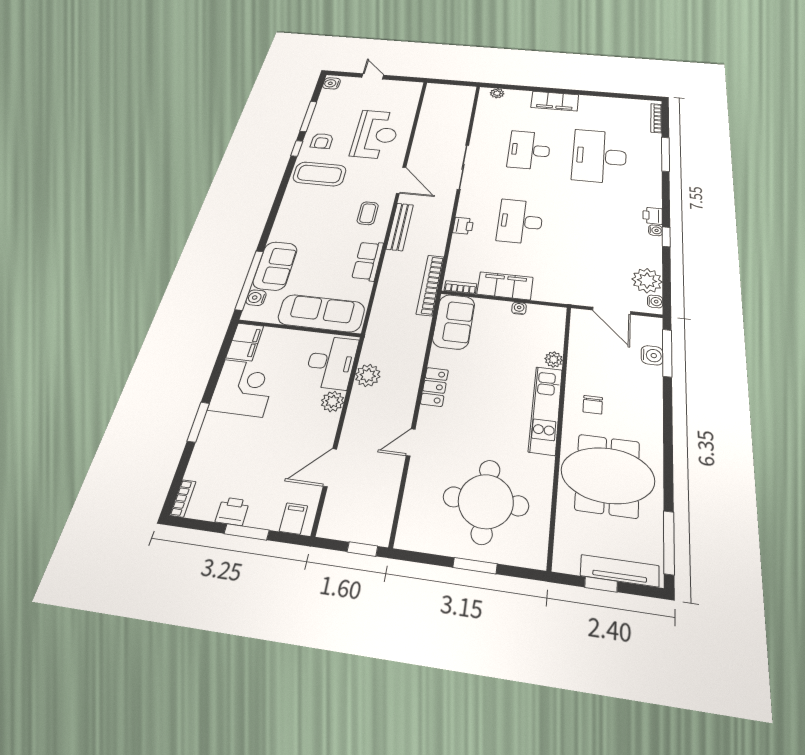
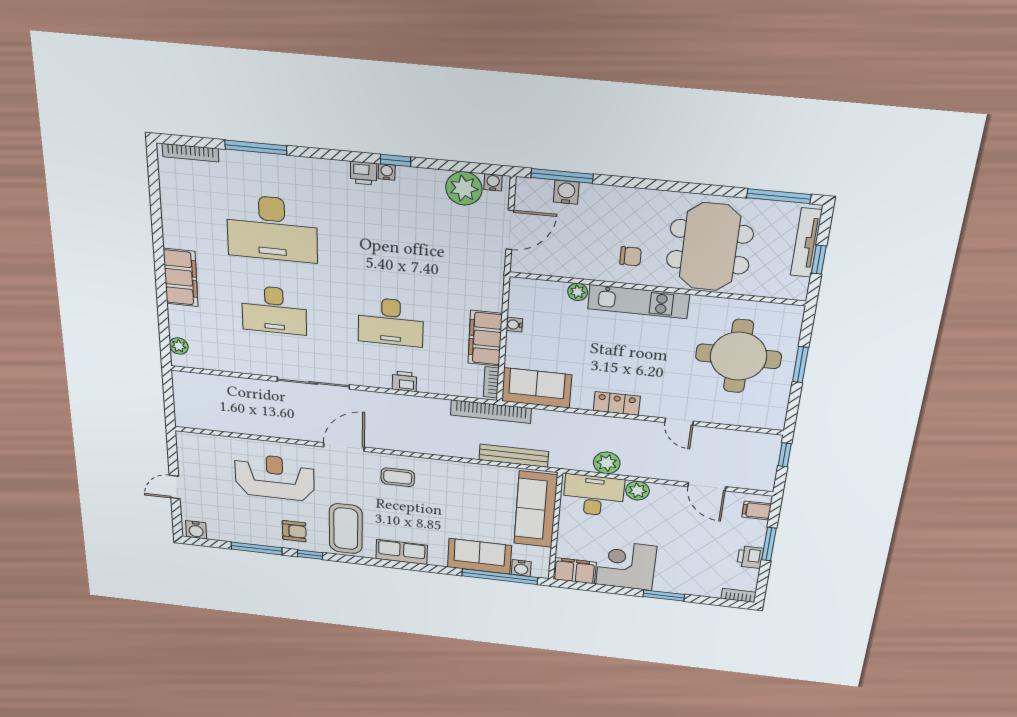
bench: (400, 227) -> (514, 456), moved
row of seats: (368, 261) -> (402, 552), moved, turned 180

